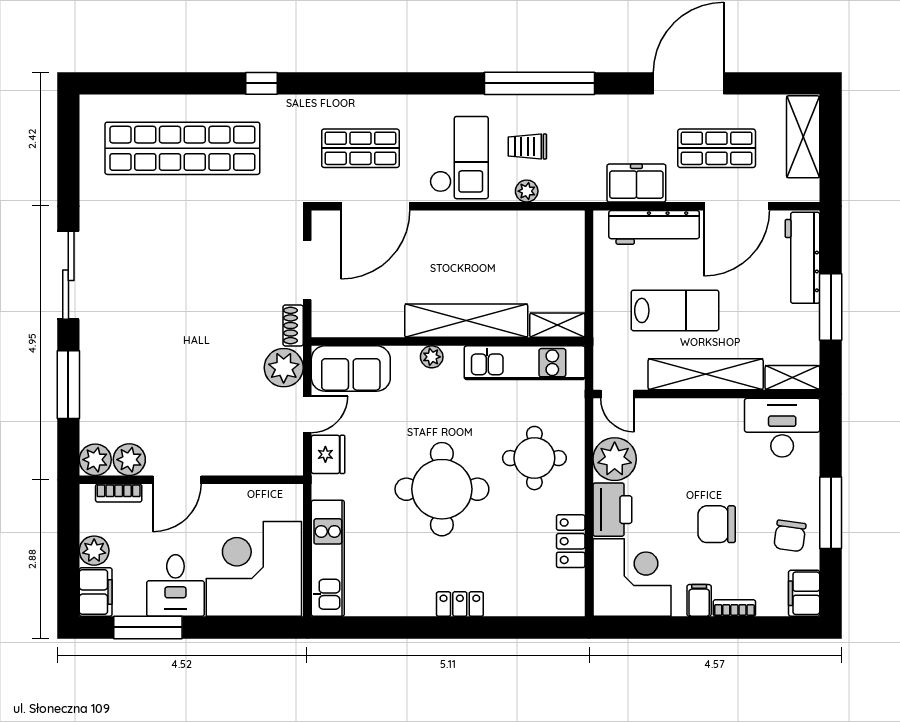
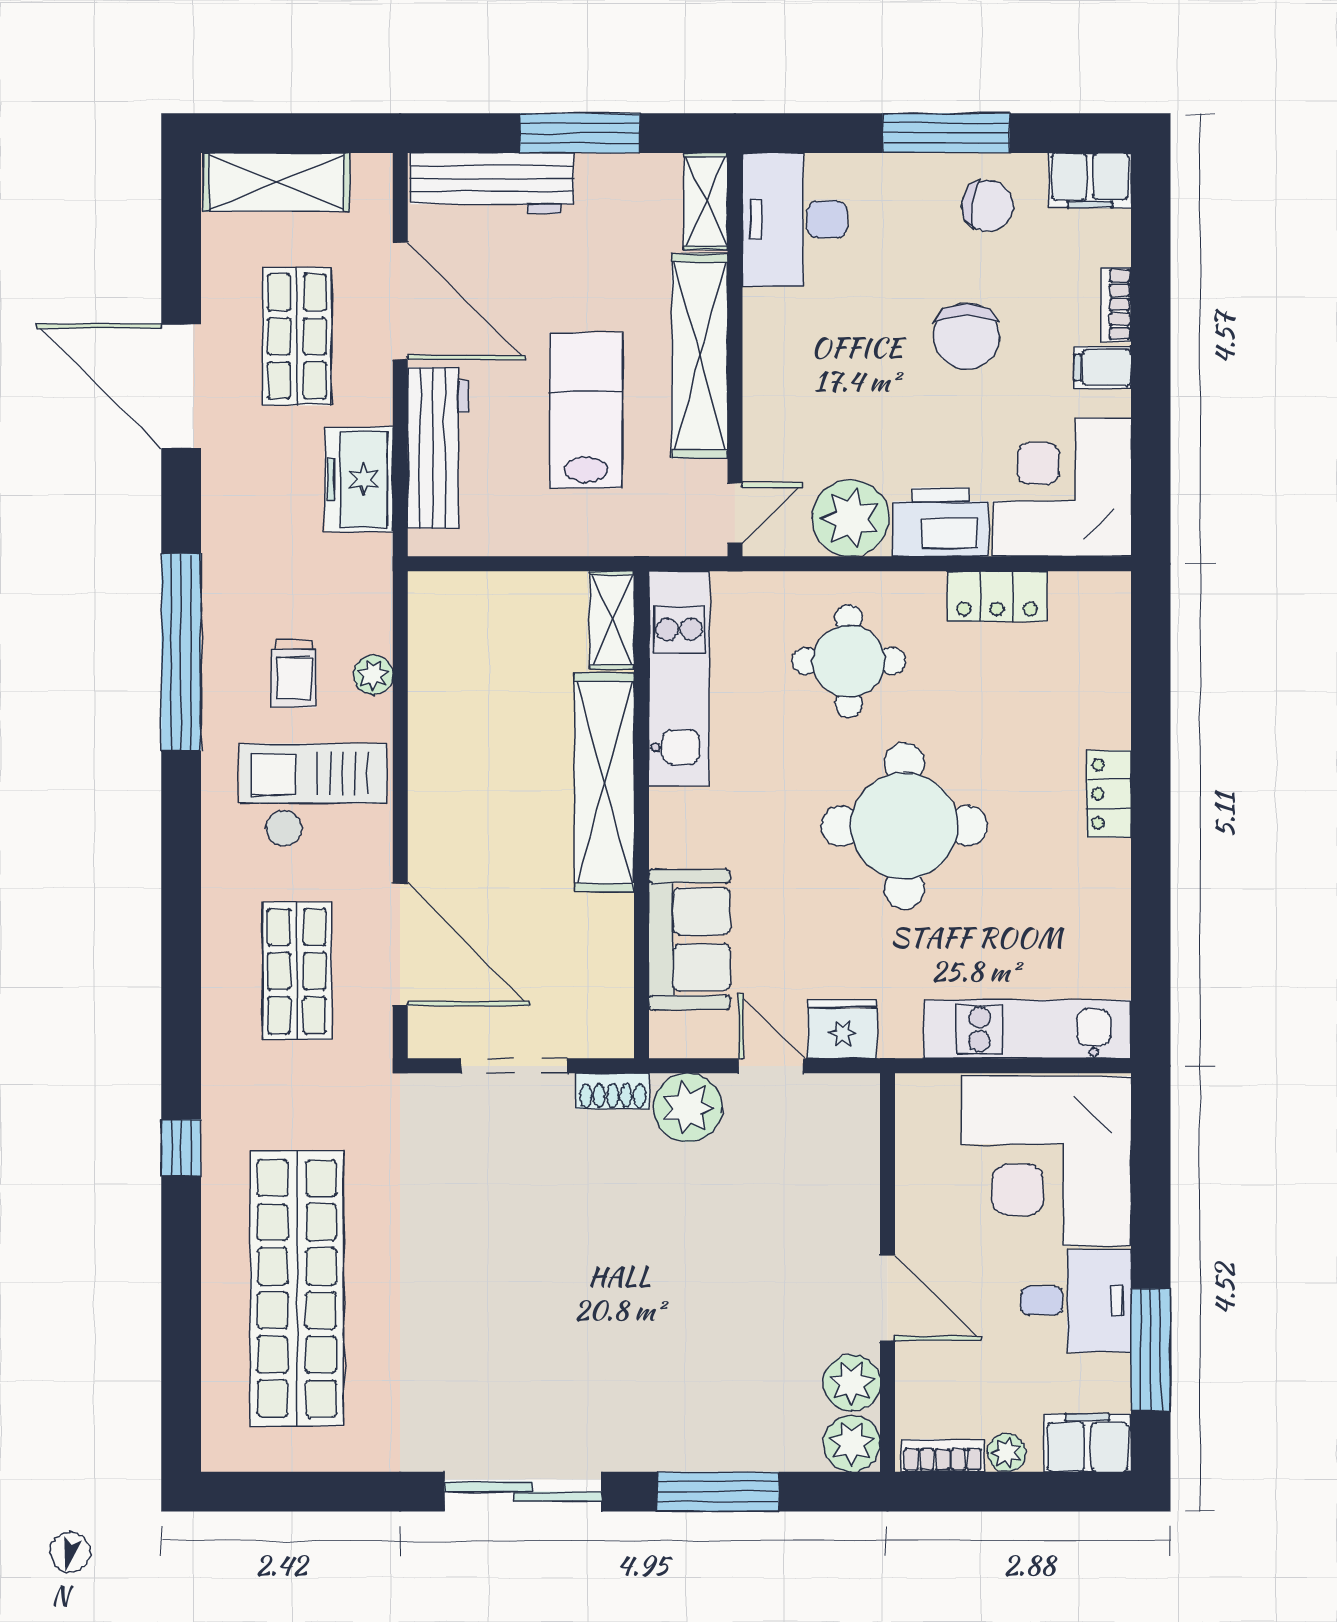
plant: (432, 357) -> (669, 844), removed
sofa: (351, 369) -> (689, 939), moved
bookcase: (119, 493) -> (943, 1456), moved, turned -90
plant: (94, 551) -> (1007, 1453), width x0.73, depth x0.73

